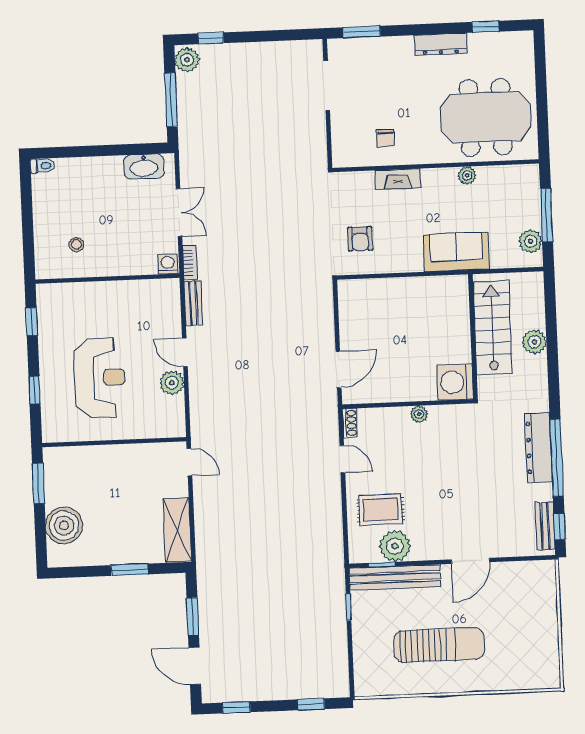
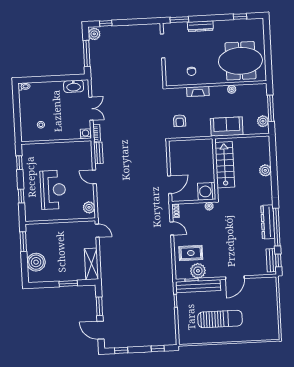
dresser: (440, 44) -> (200, 26), moved
stairs: (492, 328) -> (225, 165), moved
wall: (473, 337) -> (215, 169), moved
washing machine: (455, 382) -> (207, 191), moved
plant: (172, 383) -> (89, 207), moved

